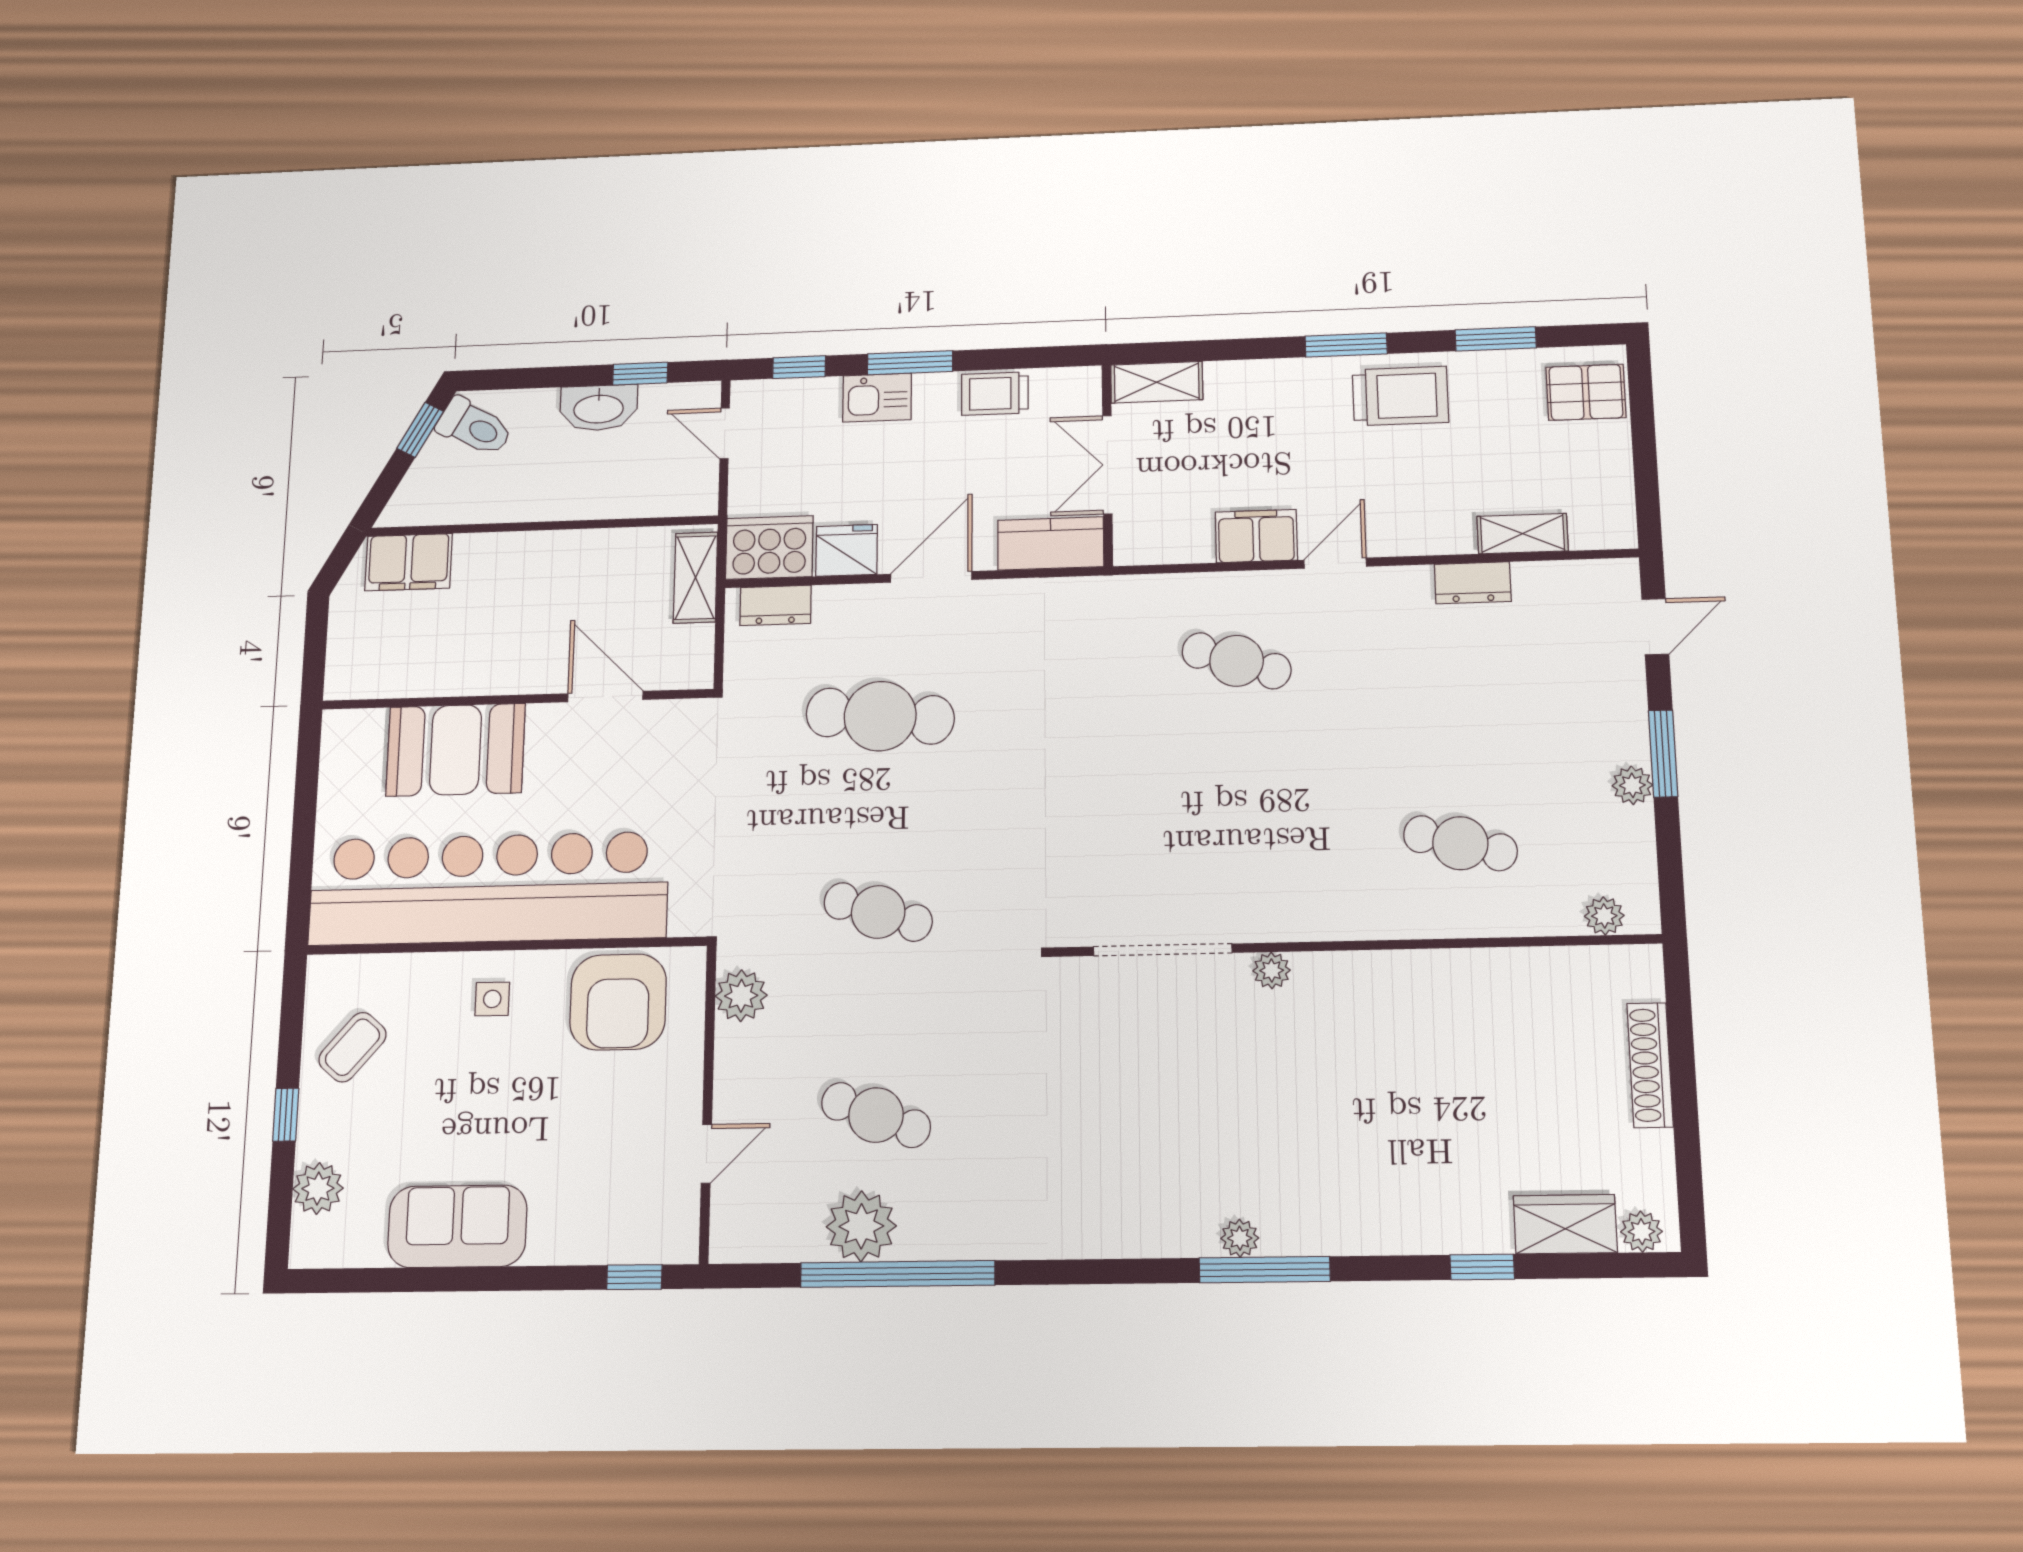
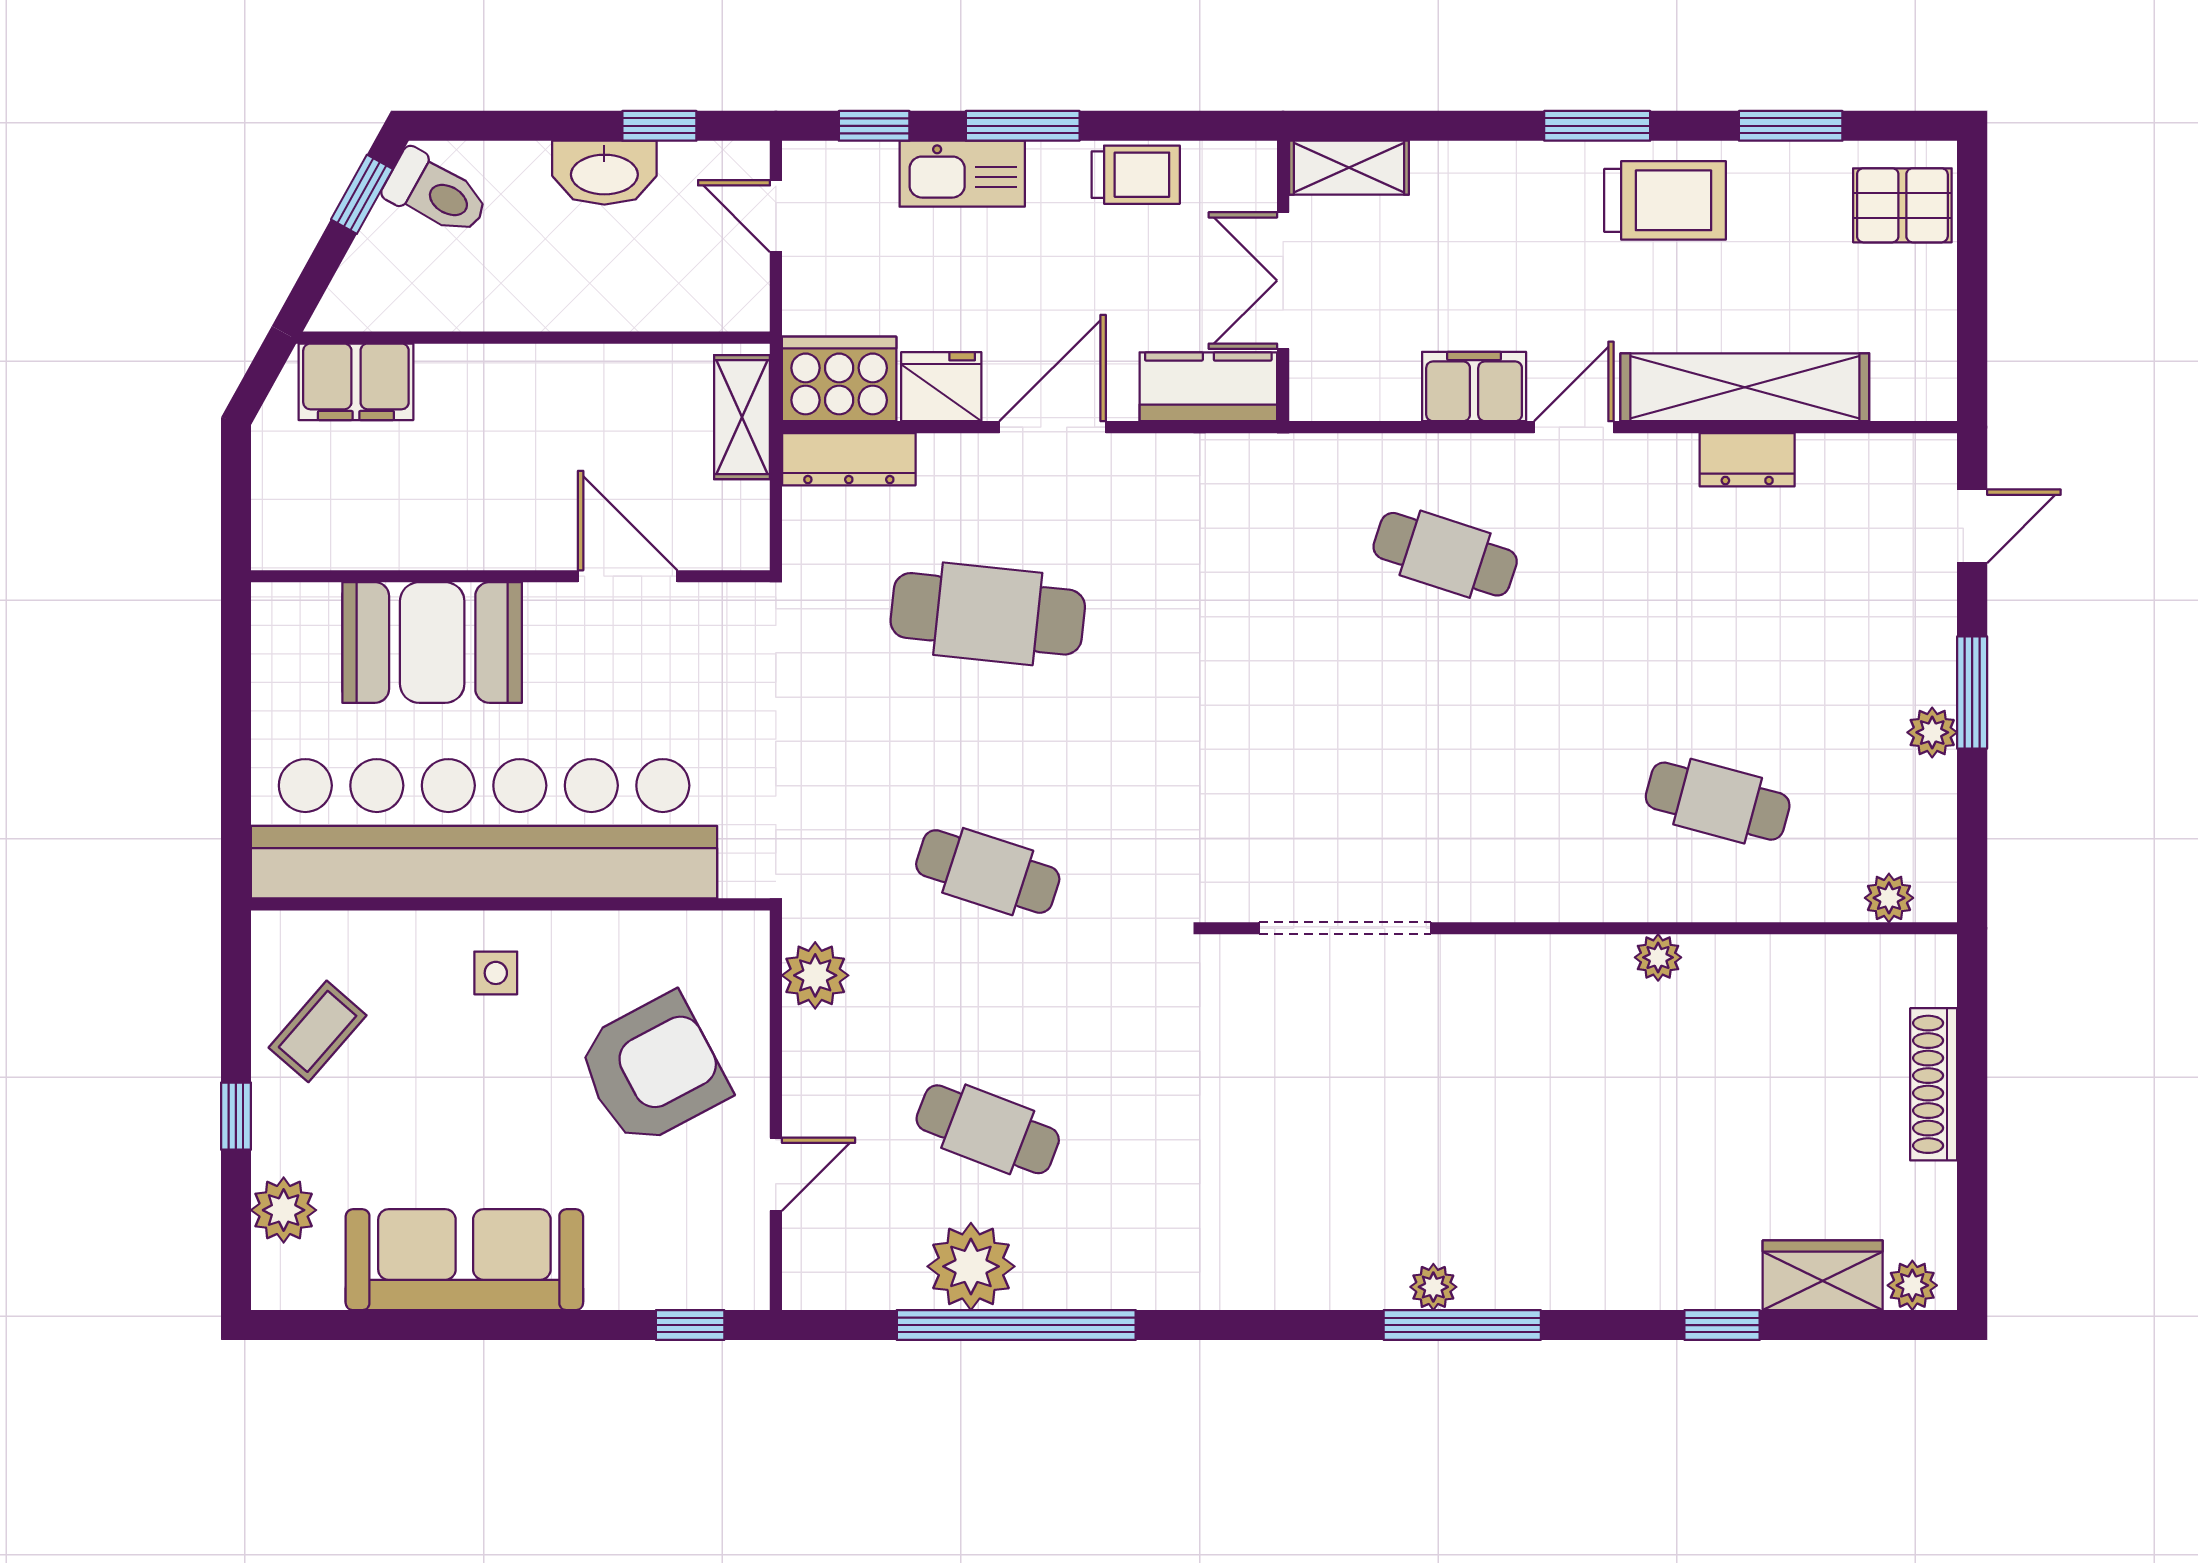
trolley: (995, 394) -> (1136, 175), turned 180
kitchen sink: (877, 398) -> (962, 174), width x1.38
shelving: (1522, 534) -> (1745, 387), width x2.20, depth x1.33
dresser: (776, 605) -> (849, 459), width x1.44
plant: (1272, 970) -> (1658, 957), moved
armchair: (618, 1002) -> (653, 1070), moved, turned -118
sofa: (457, 1226) -> (464, 1260), width x1.36

